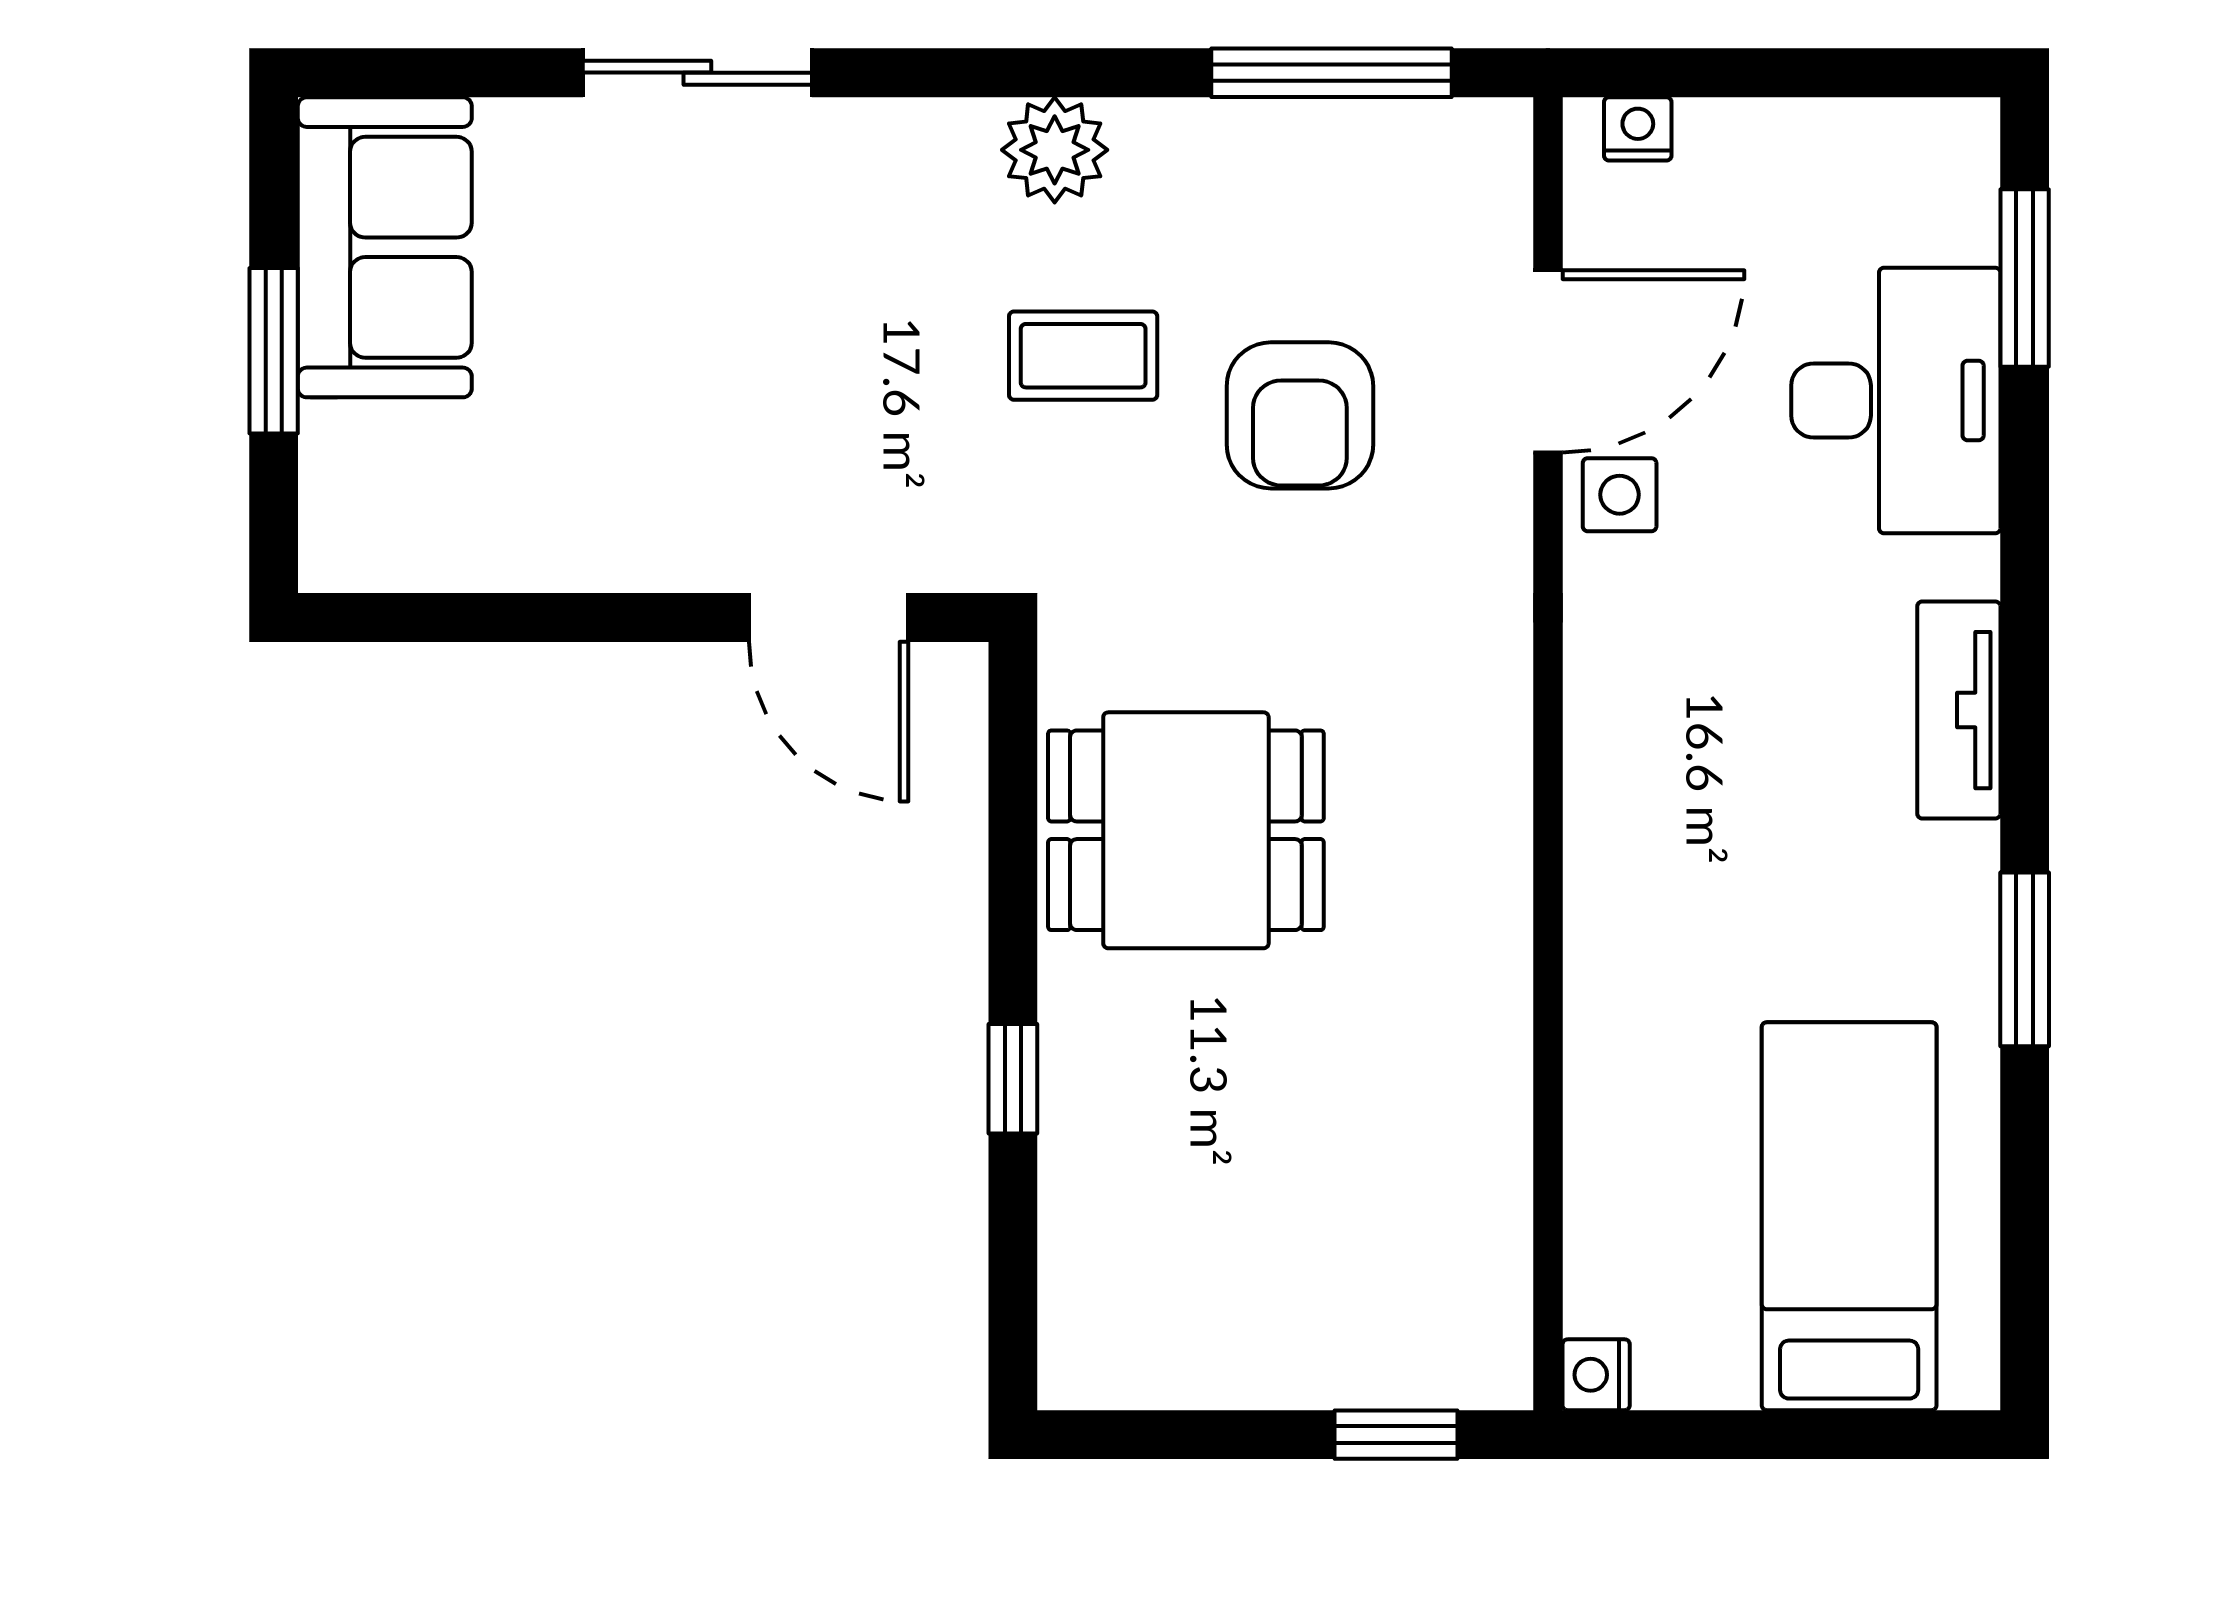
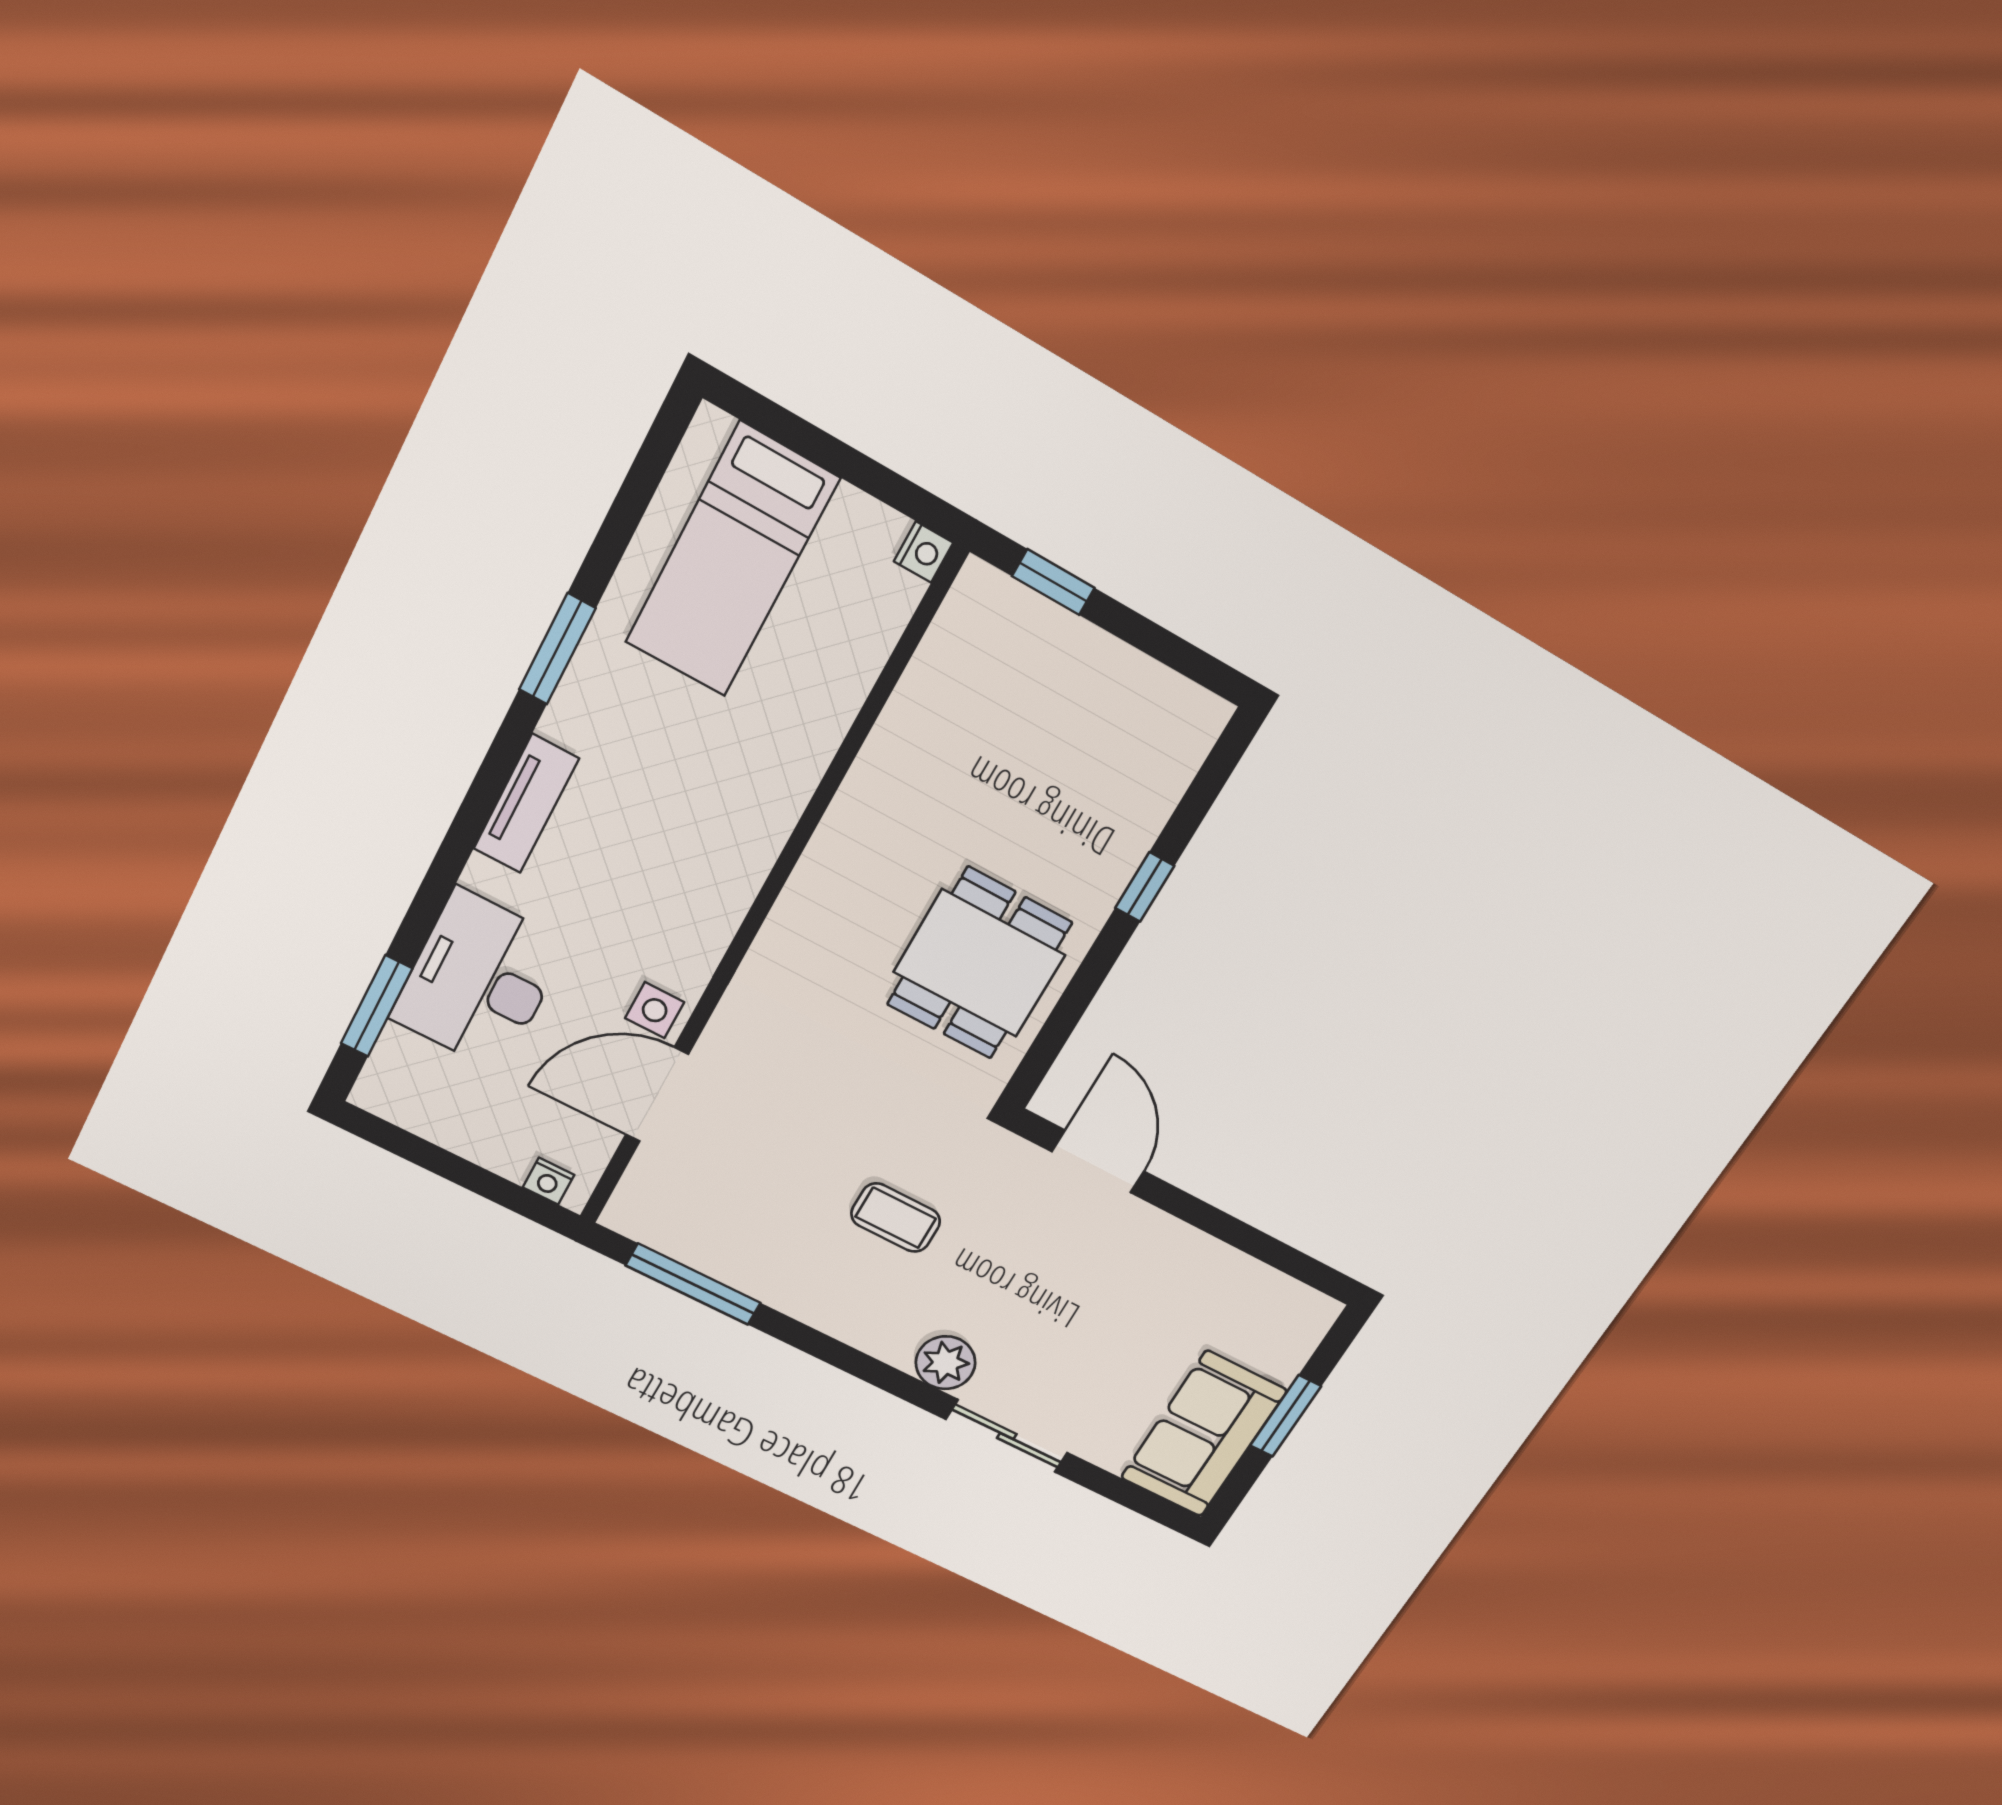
plant: (1055, 150) -> (946, 1363), moved
armchair: (1300, 415) -> (801, 1134), removed
dining table: (1186, 830) -> (979, 963), turned 90

